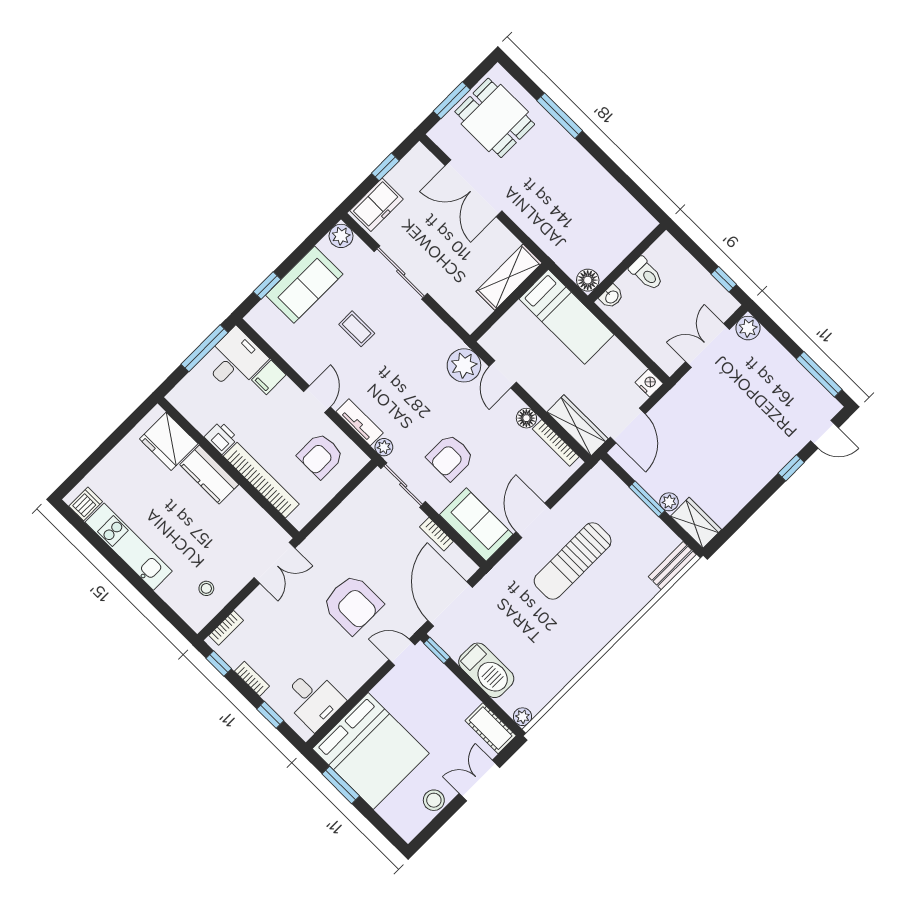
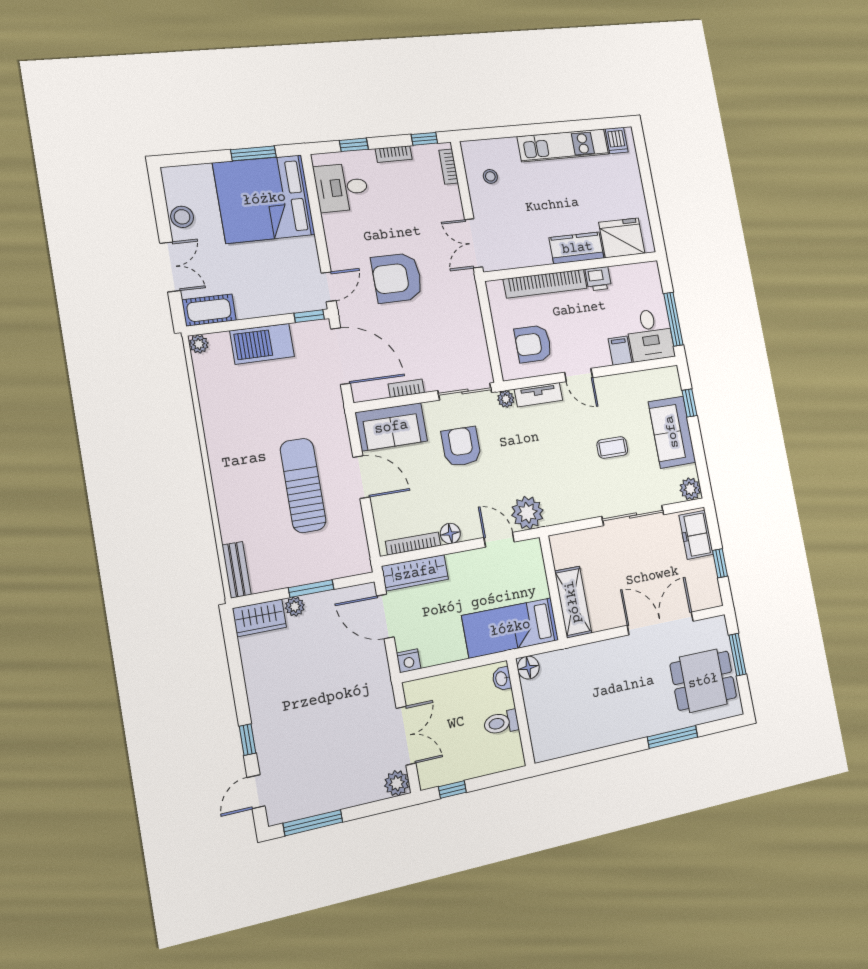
armchair: (320, 456) -> (533, 344), turned -90

